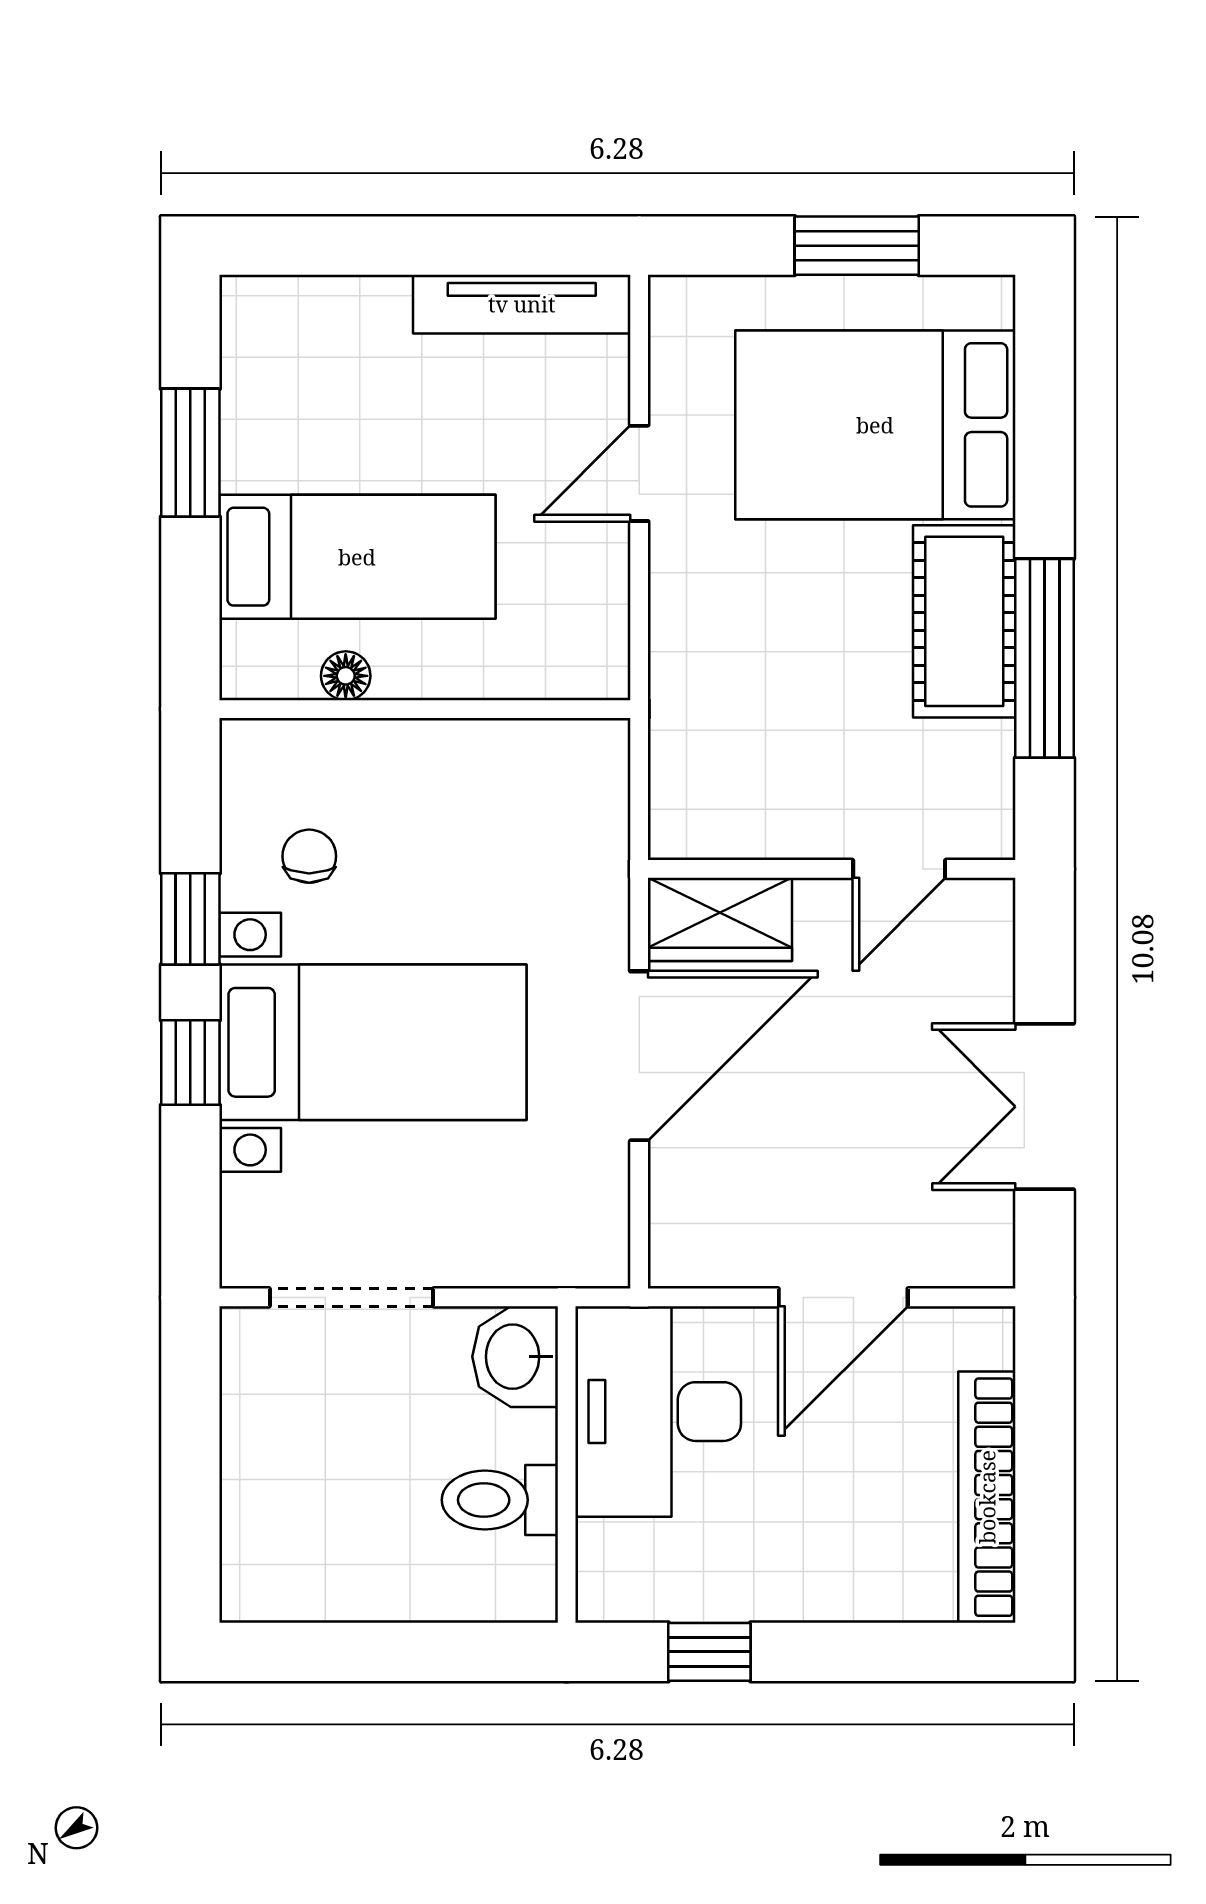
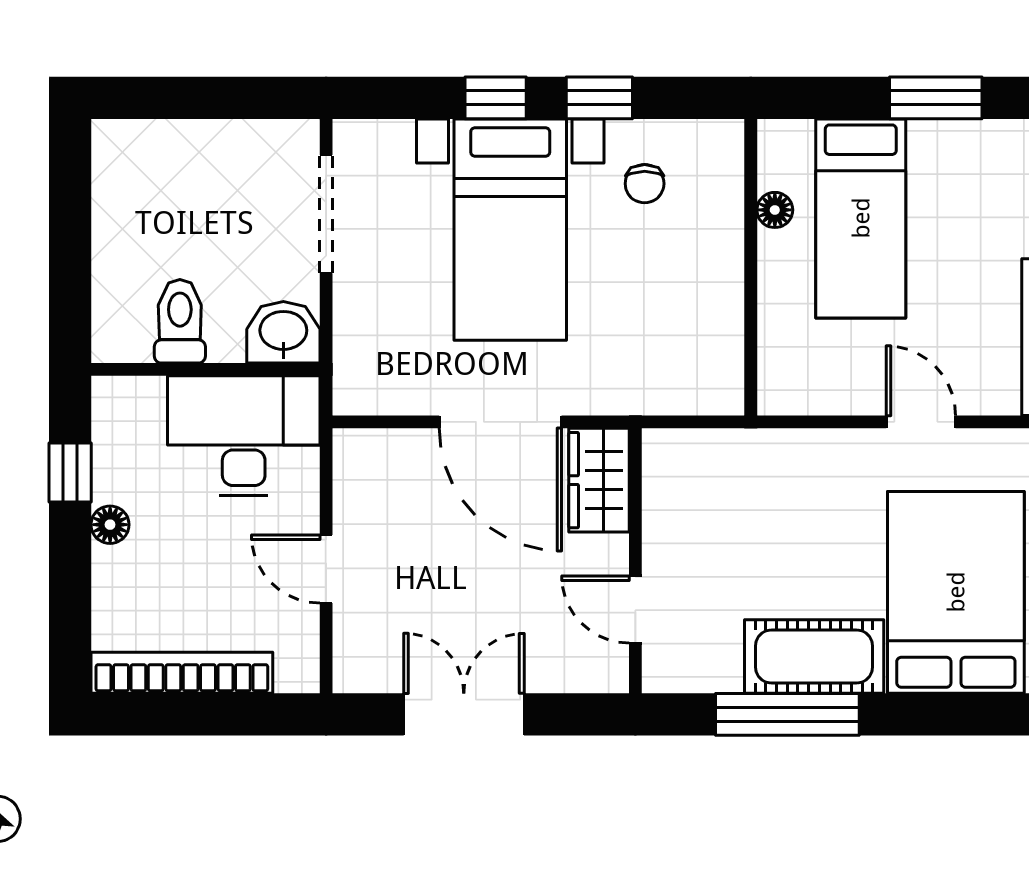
chair: (309, 856) -> (645, 184), turned 90
door: (843, 1297) -> (326, 569), width x0.73
floor lamp: (782, 1597) -> (110, 525), added

